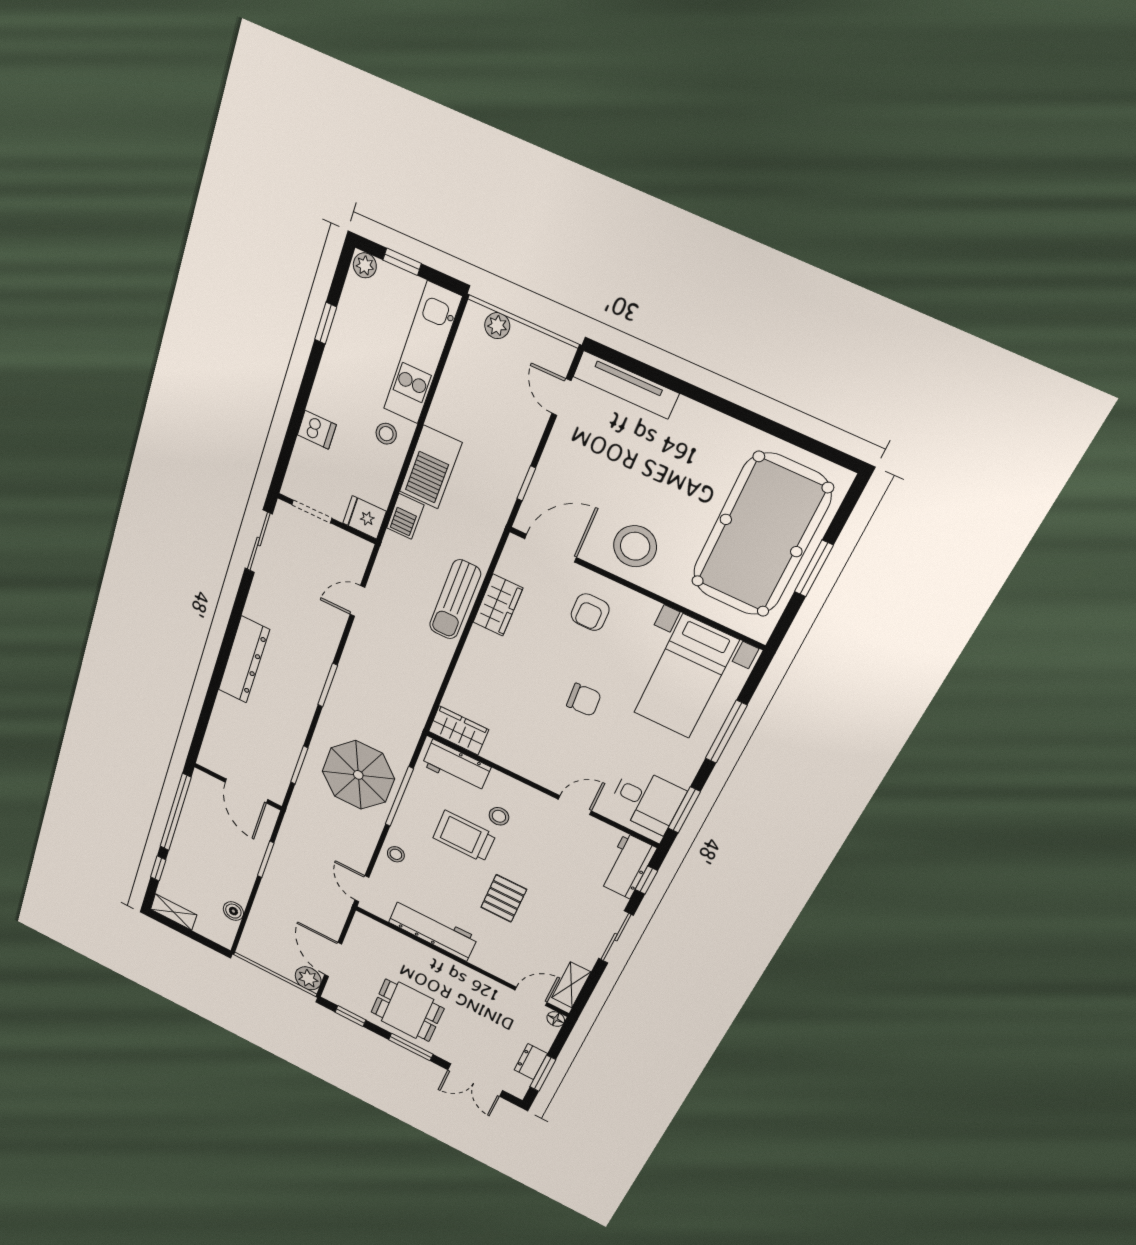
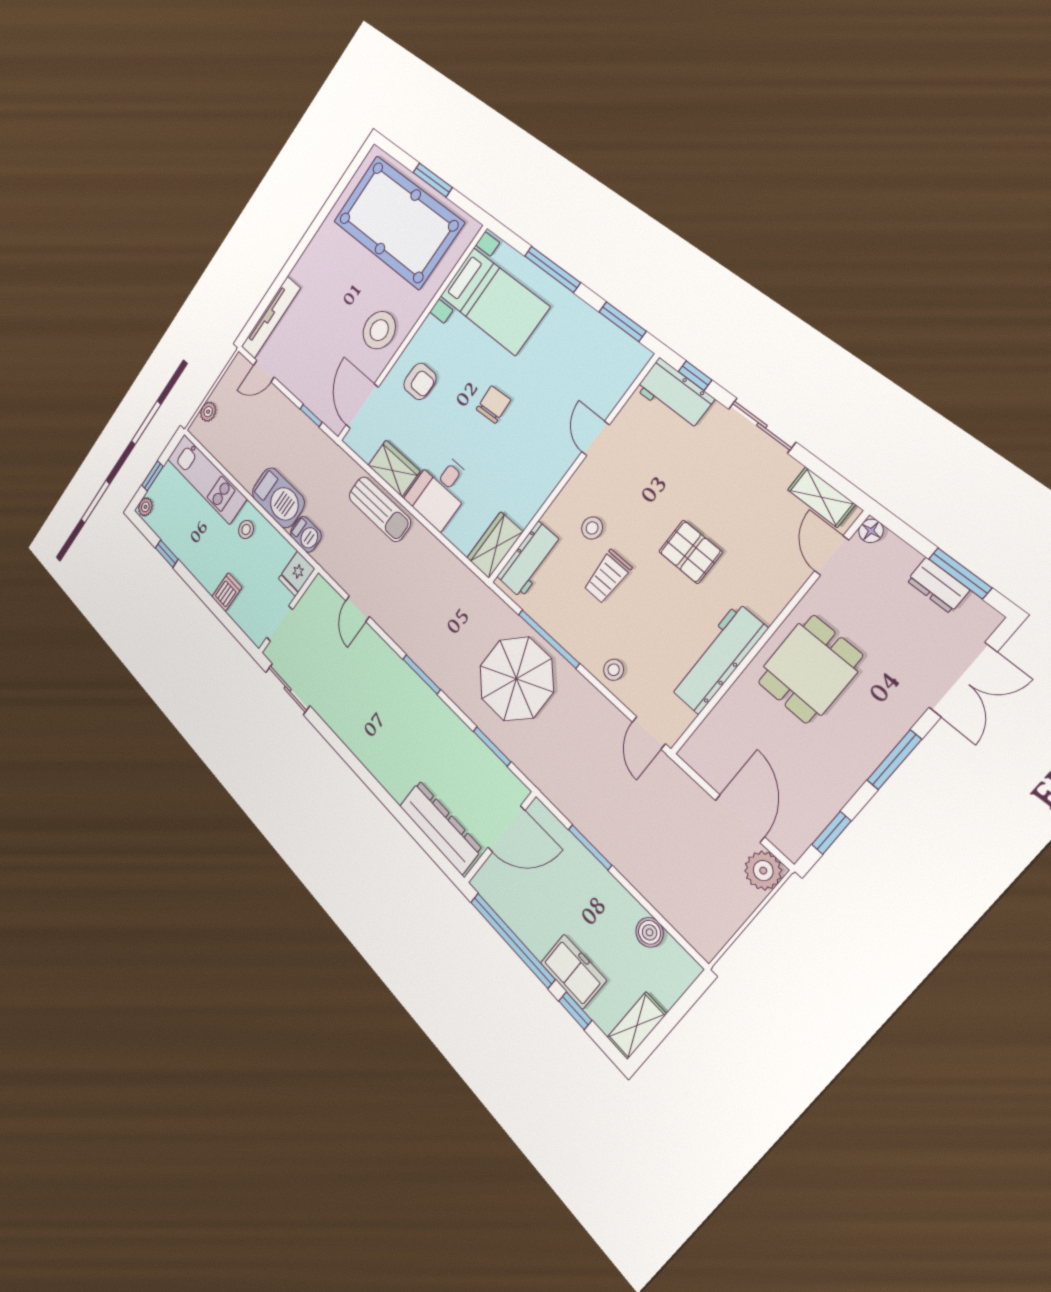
dresser: (244, 660) -> (440, 827), moved
desk: (647, 800) -> (440, 490), moved, turned 180
trolley: (464, 836) -> (607, 577), width x0.73, depth x0.72
freezer: (181, 862) -> (573, 972), added
door: (362, 889) -> (649, 733), hinge flipped
door: (333, 959) -> (740, 818), swing flipped
dining table: (407, 1010) -> (810, 669), moved

